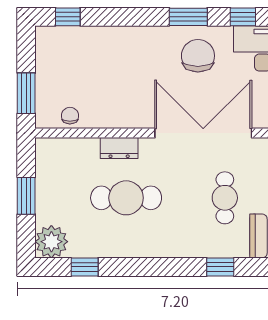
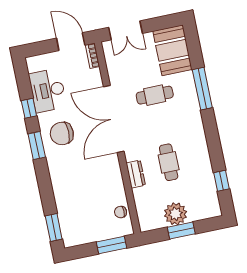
window: (68, 17) -> (54, 227), width x1.50
cafe table: (126, 198) -> (169, 162), width x0.73, depth x0.74
plant: (51, 242) -> (175, 214), moved
window: (220, 267) -> (202, 89), width x2.17

